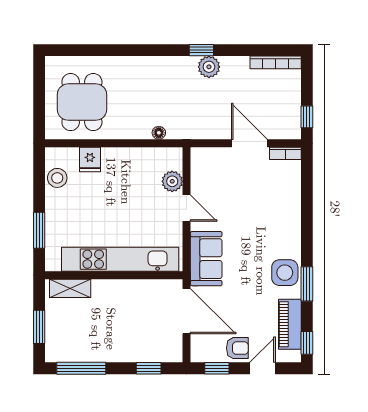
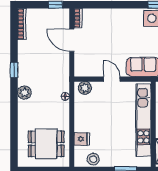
plant: (209, 67) -> (24, 93), moved
door: (249, 143) -> (72, 40), hinge flipped
plant: (172, 181) -> (85, 88), moved
door: (187, 208) -> (112, 79), hinge flipped

